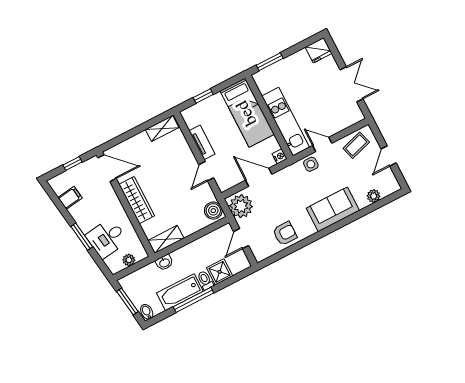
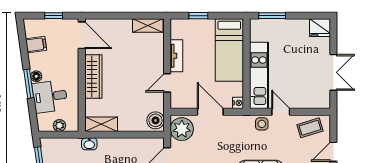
floor lamp: (85, 226) -> (36, 76), added

